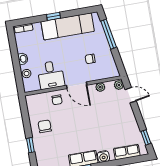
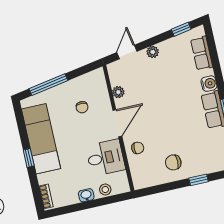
plant: (119, 85) -> (153, 52), moved

